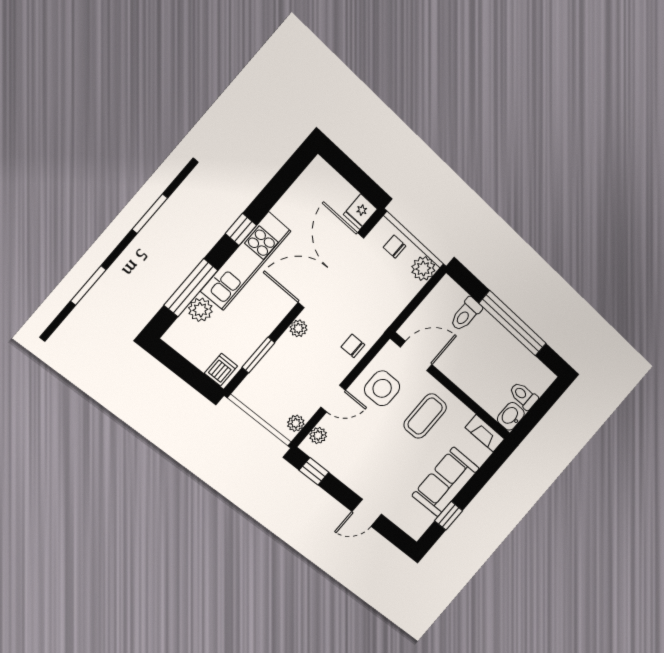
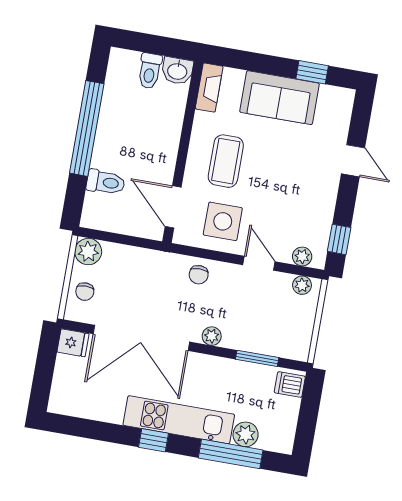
coffee table: (425, 416) -> (226, 161), turned 90

